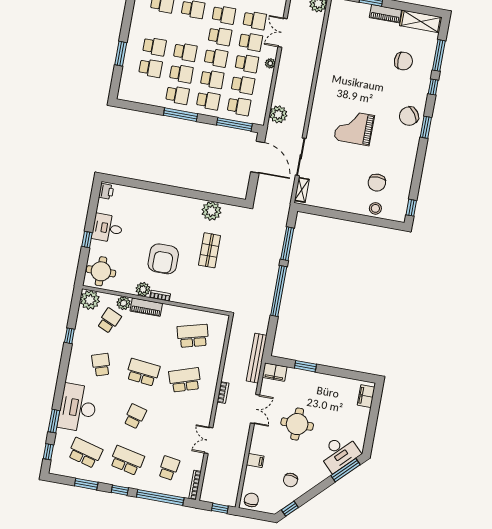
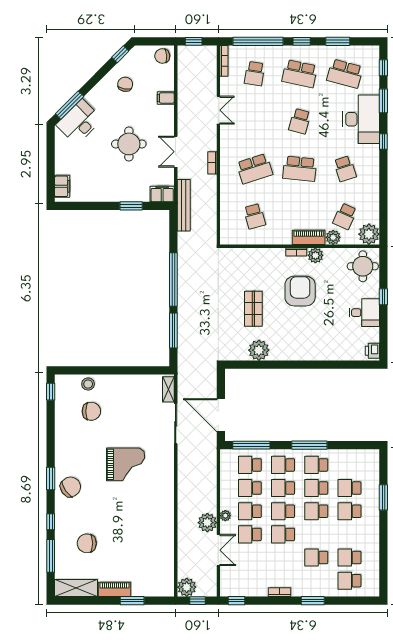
school desk: (224, 15) -> (283, 558), removed
school desk: (255, 20) -> (250, 558), removed
plant: (278, 114) -> (207, 523), moved
chair: (377, 183) -> (91, 411), turned 90
window: (69, 336) -> (383, 141), moved
school desk: (193, 336) -> (255, 216), width x0.54
chair: (251, 500) -> (162, 56), turned 85

